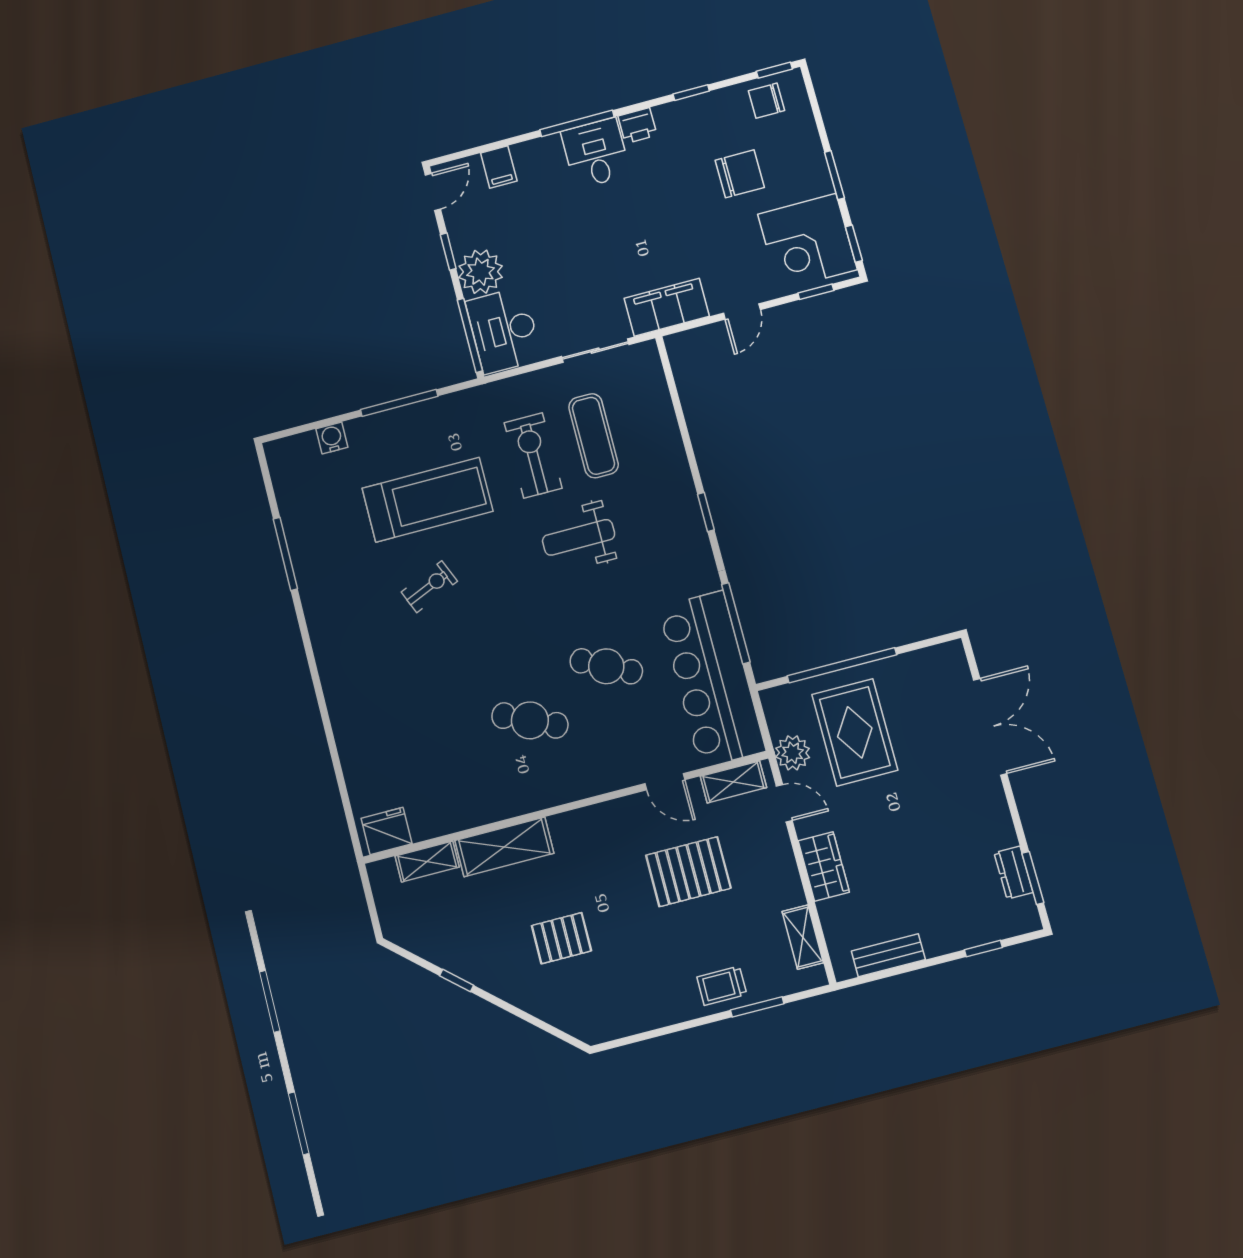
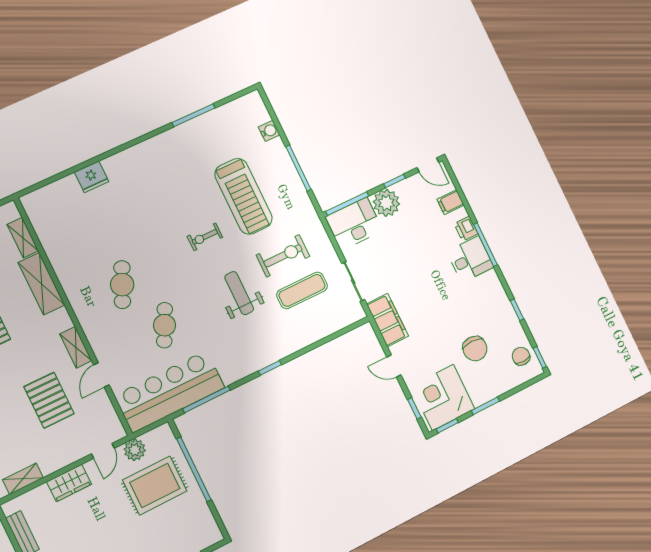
printer: (637, 126) -> (466, 229), moved
exercise bike: (429, 587) -> (205, 237), moved, turned 113
shelving: (733, 782) -> (76, 347), moved
fridge: (387, 831) -> (92, 177), moved, turned 90

